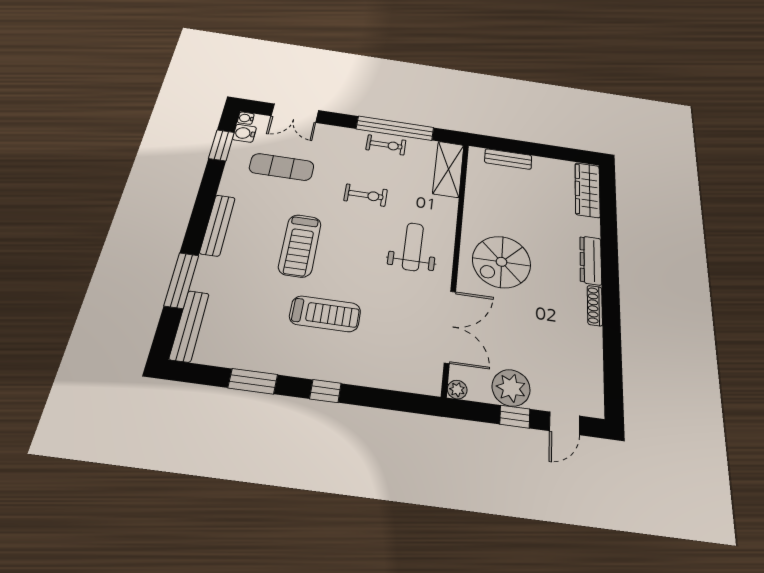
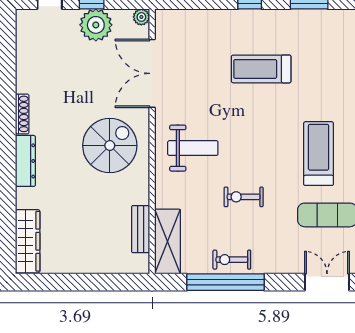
bench: (508, 159) -> (141, 229), moved, turned 90
treadmill: (300, 246) -> (319, 154), moved
weight bench: (413, 247) -> (193, 148), turned -90

